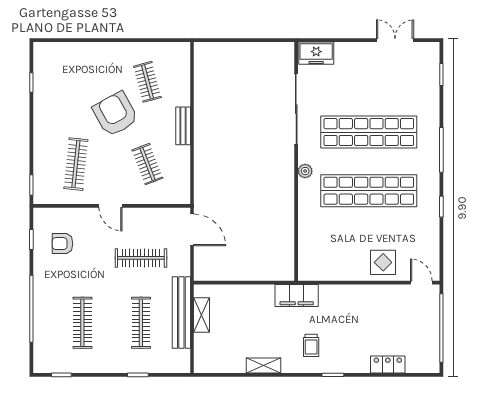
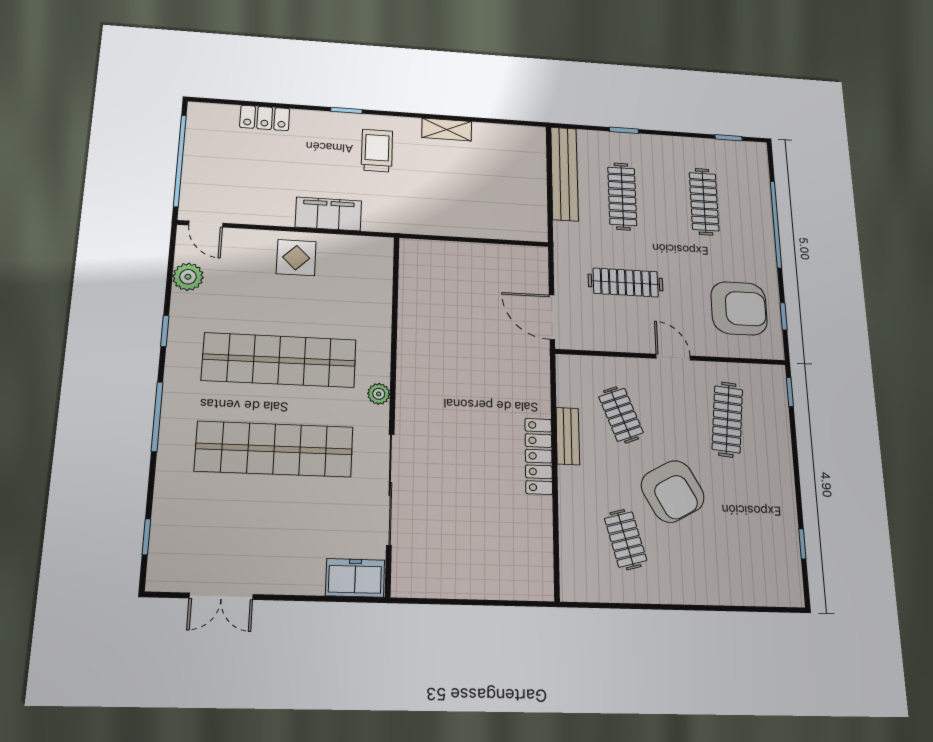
bench: (183, 126) -> (568, 436), moved
locker: (202, 134) -> (539, 456), added
armchair: (63, 244) -> (739, 308), width x1.88, depth x1.88
plant: (430, 245) -> (188, 277), added
display table: (383, 262) -> (296, 258), moved
filing cabinet: (297, 295) -> (328, 214), moved
bench: (181, 313) -> (564, 174), moved
shelving: (201, 315) -> (536, 201), removed
trolley: (311, 345) -> (377, 151), width x1.36, depth x1.39

